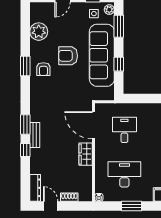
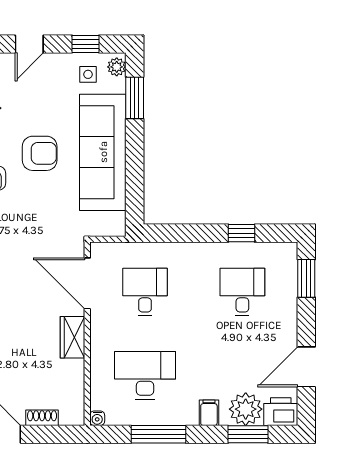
armchair: (68, 56) -> (40, 153), turned 180
window: (119, 64) -> (135, 169), removed
window: (132, 206) -> (158, 434), width x1.44

